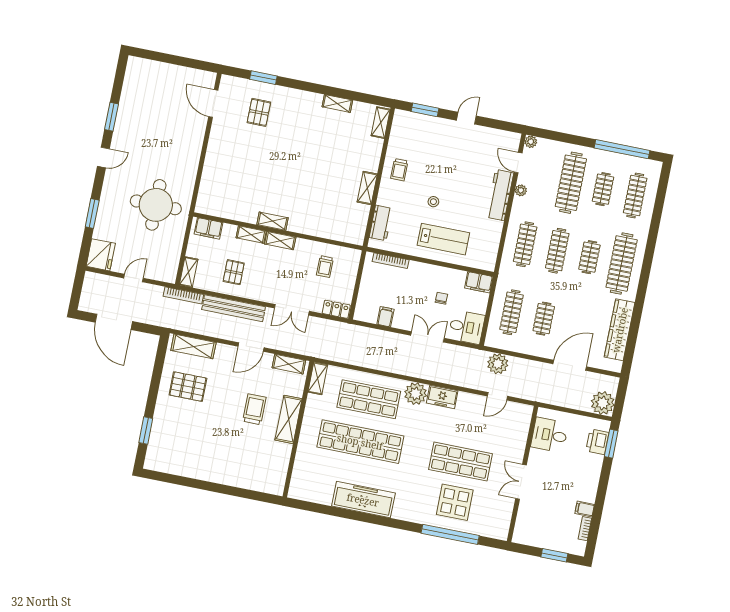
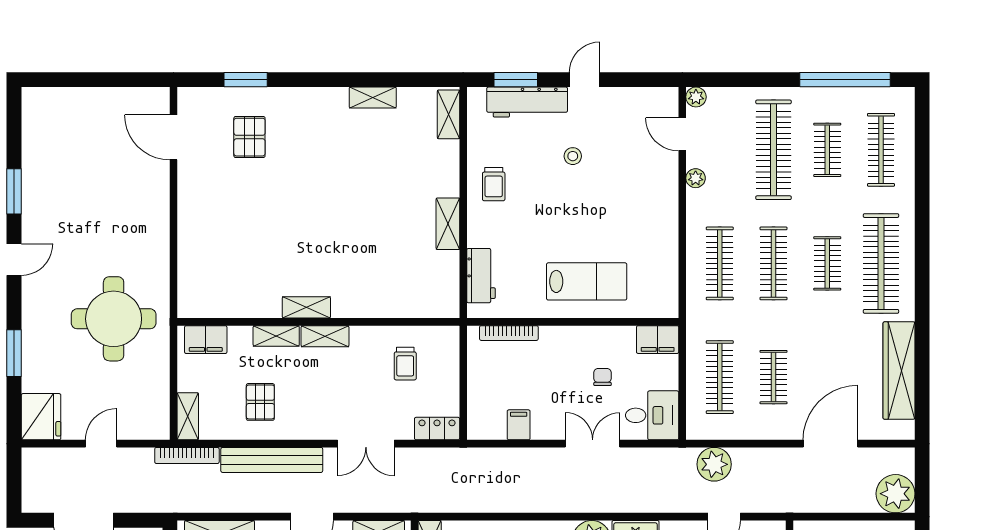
workbench: (500, 195) -> (527, 102), moved, turned -90
stool: (433, 202) -> (573, 156), moved

